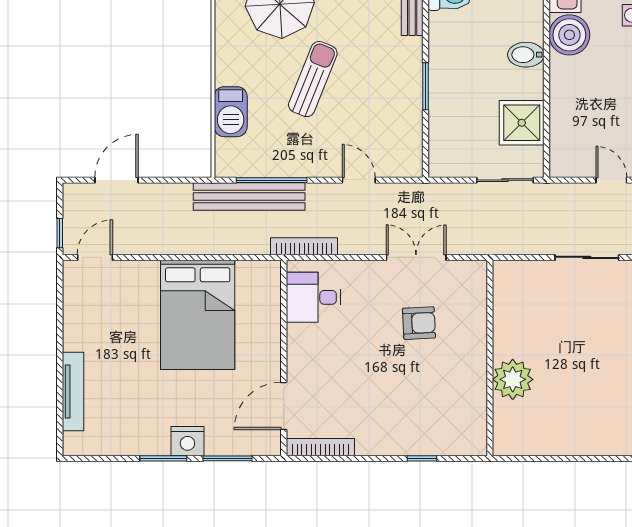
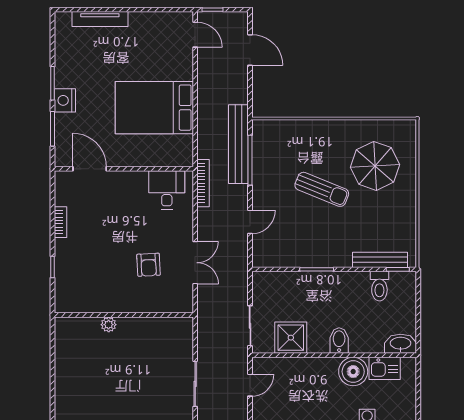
barbecue: (231, 112) -> (299, 131), removed
door: (611, 180) -> (250, 385), moved
plant: (513, 379) -> (109, 325), width x0.53, depth x0.53
bookcase: (320, 447) -> (61, 222), moved, width x0.64

